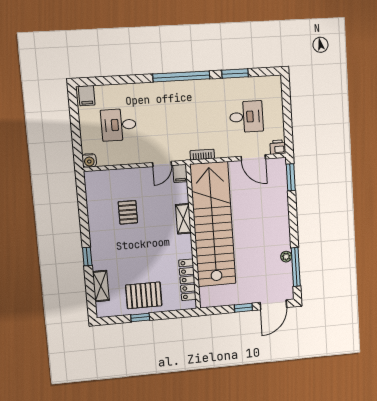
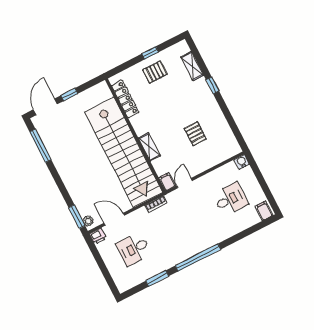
plant: (286, 257) -> (88, 221), moved
pallet: (144, 295) -> (155, 72), width x0.67, depth x0.71

